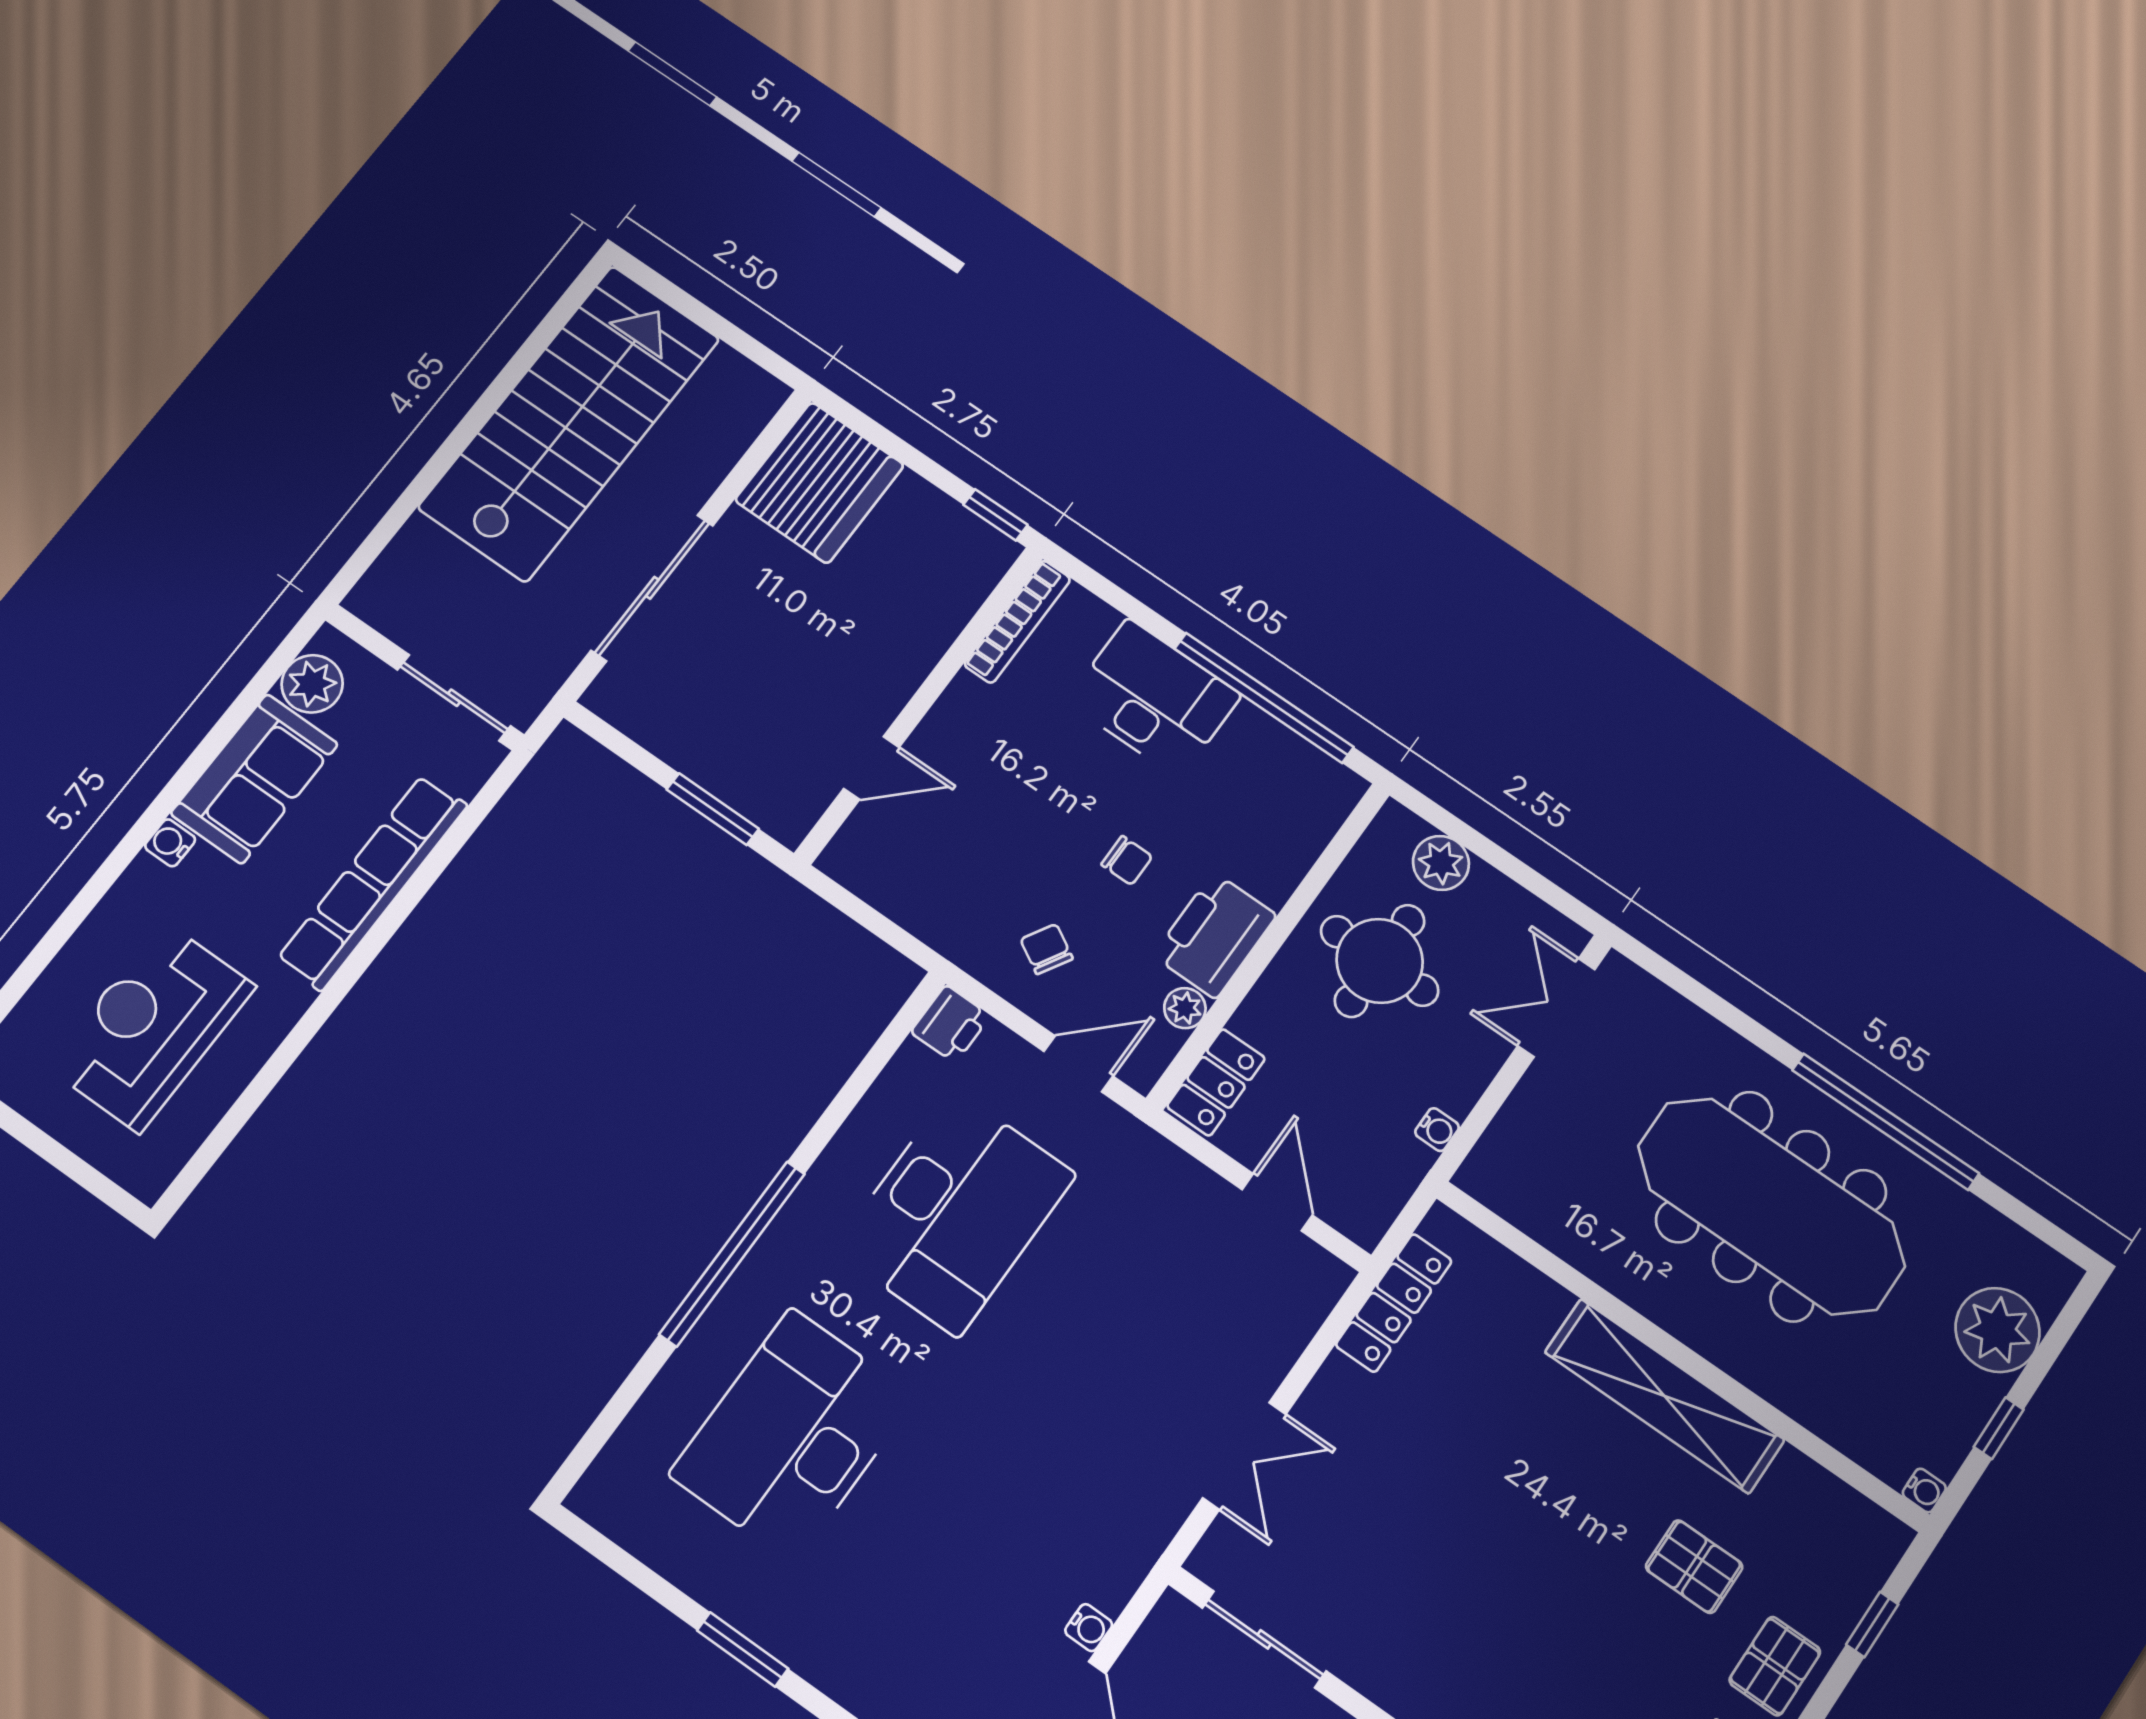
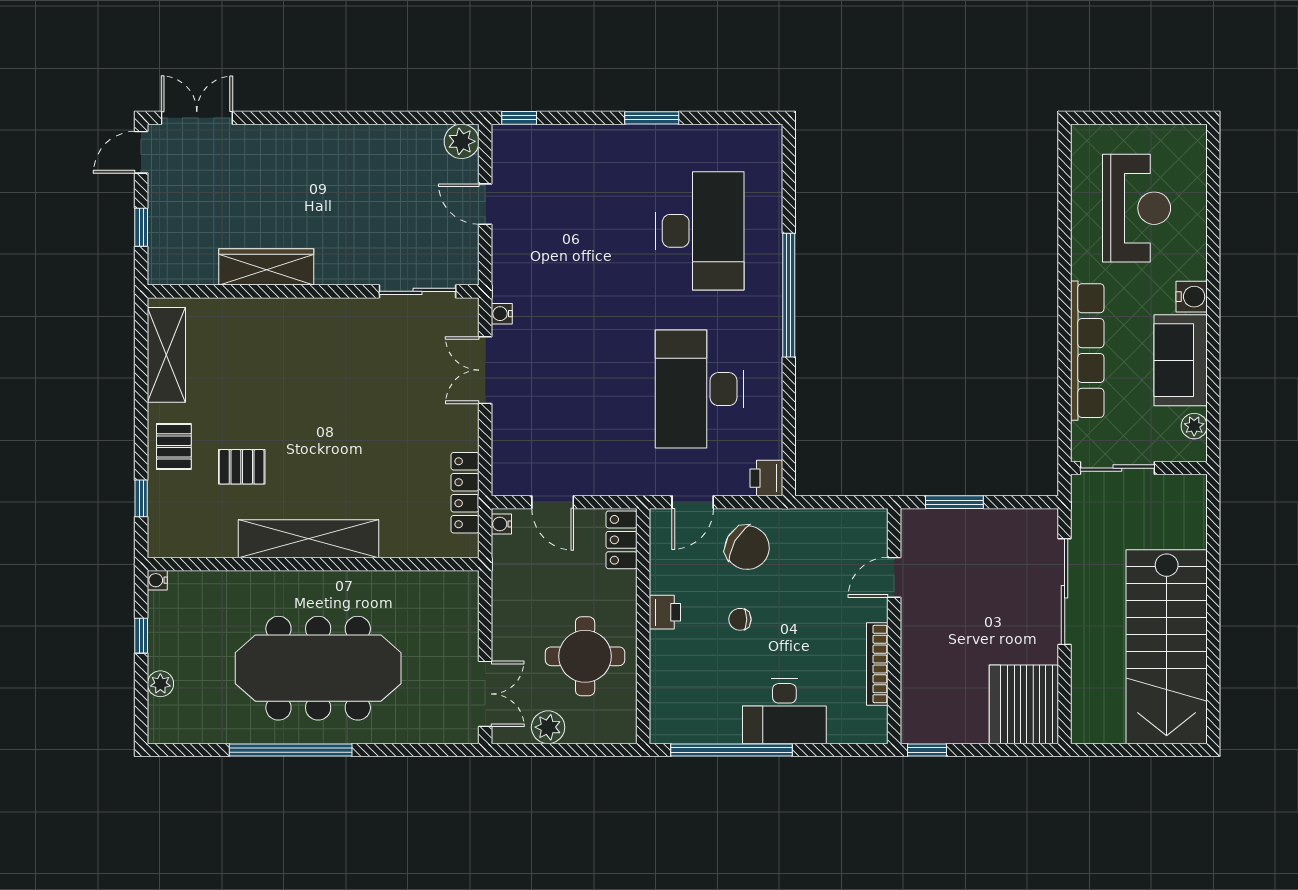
bookcase: (1017, 622) -> (877, 664), moved
plant: (312, 684) -> (1194, 426), width x0.73, depth x0.73
water cooler: (170, 843) -> (1192, 297), width x1.38, depth x1.38
plant: (1441, 863) -> (548, 727), moved
printer: (1215, 935) -> (665, 612), width x0.53, depth x0.68
chair: (1047, 949) -> (747, 548), width x1.87, depth x1.87
plant: (1185, 1008) -> (661, 566), removed
water cooler: (1437, 1130) -> (501, 524), moved
plant: (1997, 1330) -> (160, 684), width x0.53, depth x0.53
water cooler: (1089, 1628) -> (502, 314), moved

